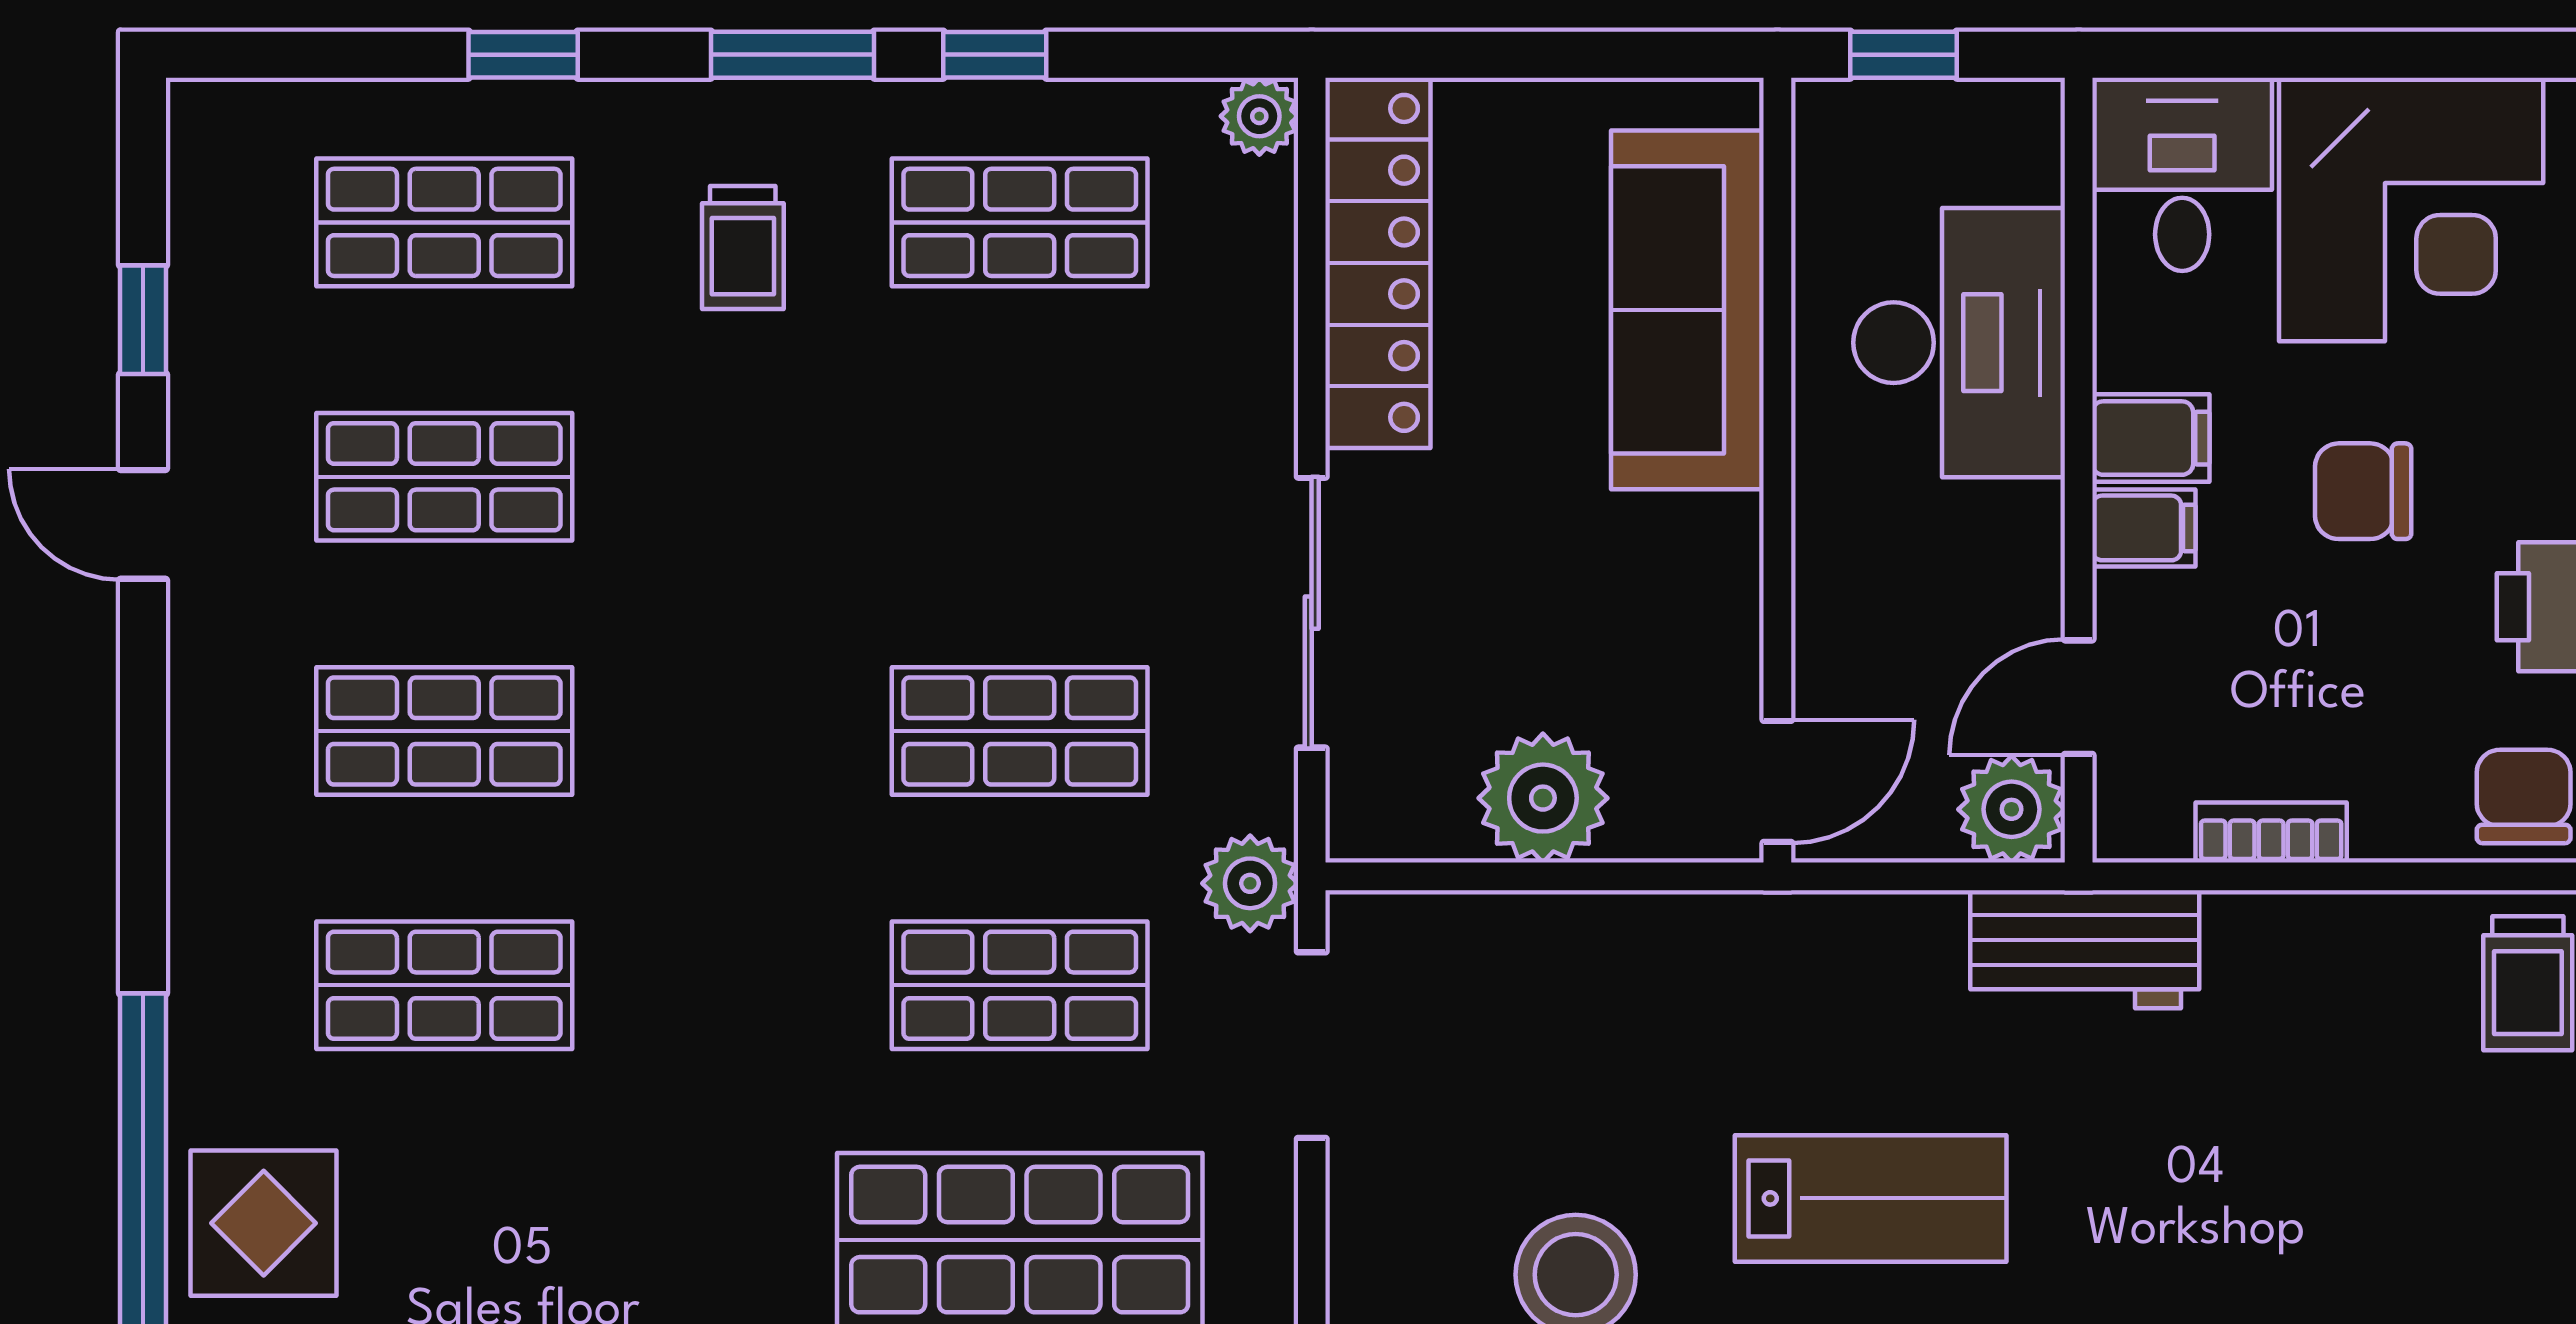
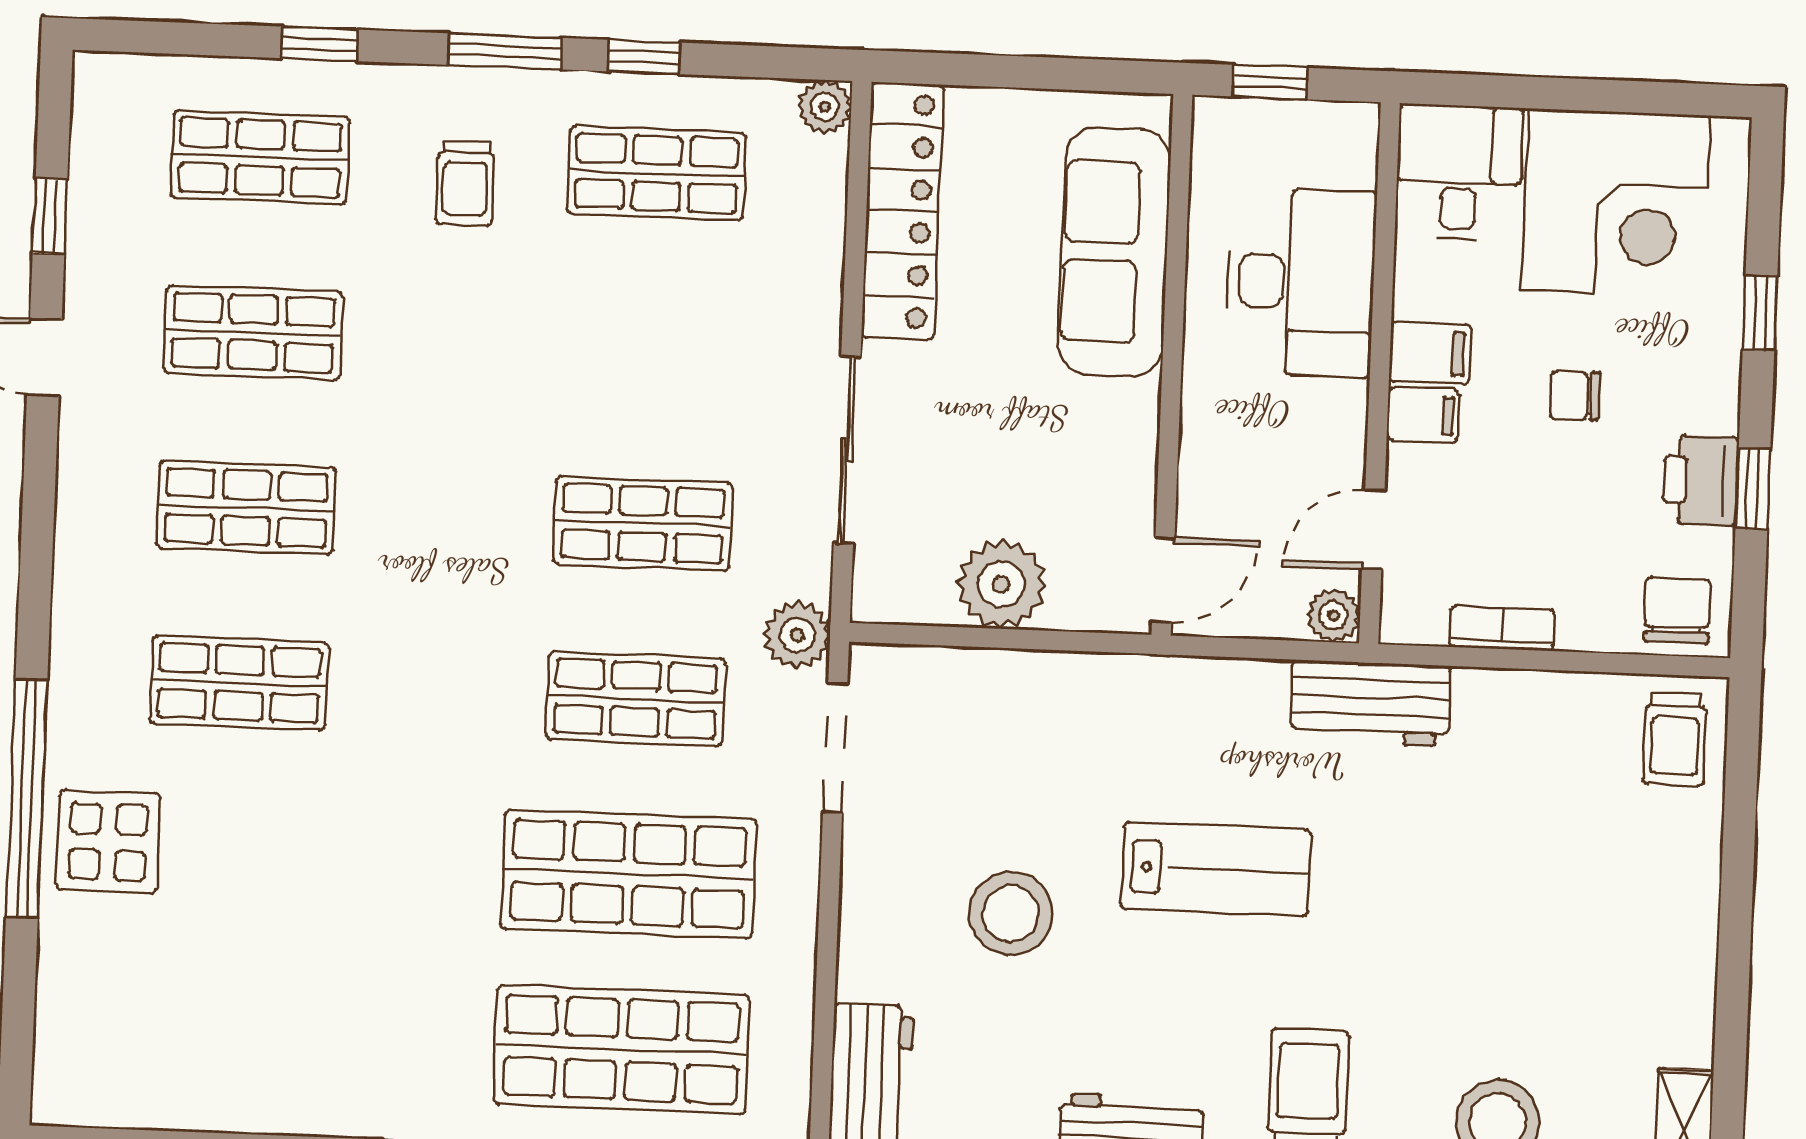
chair: (2363, 491) -> (1575, 396), width x0.73, depth x0.73
plant: (2012, 809) -> (1333, 615), width x0.73, depth x0.73

